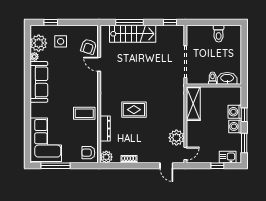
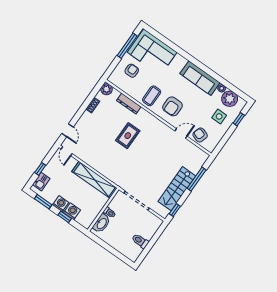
stairs: (133, 34) -> (177, 189), moved
armchair: (81, 88) -> (173, 106), added
shelving: (193, 104) -> (94, 180), width x1.47
plant: (176, 138) -> (84, 153), removed
armchair: (88, 153) -> (132, 71), moved
door: (166, 166) -> (68, 130), swing flipped

